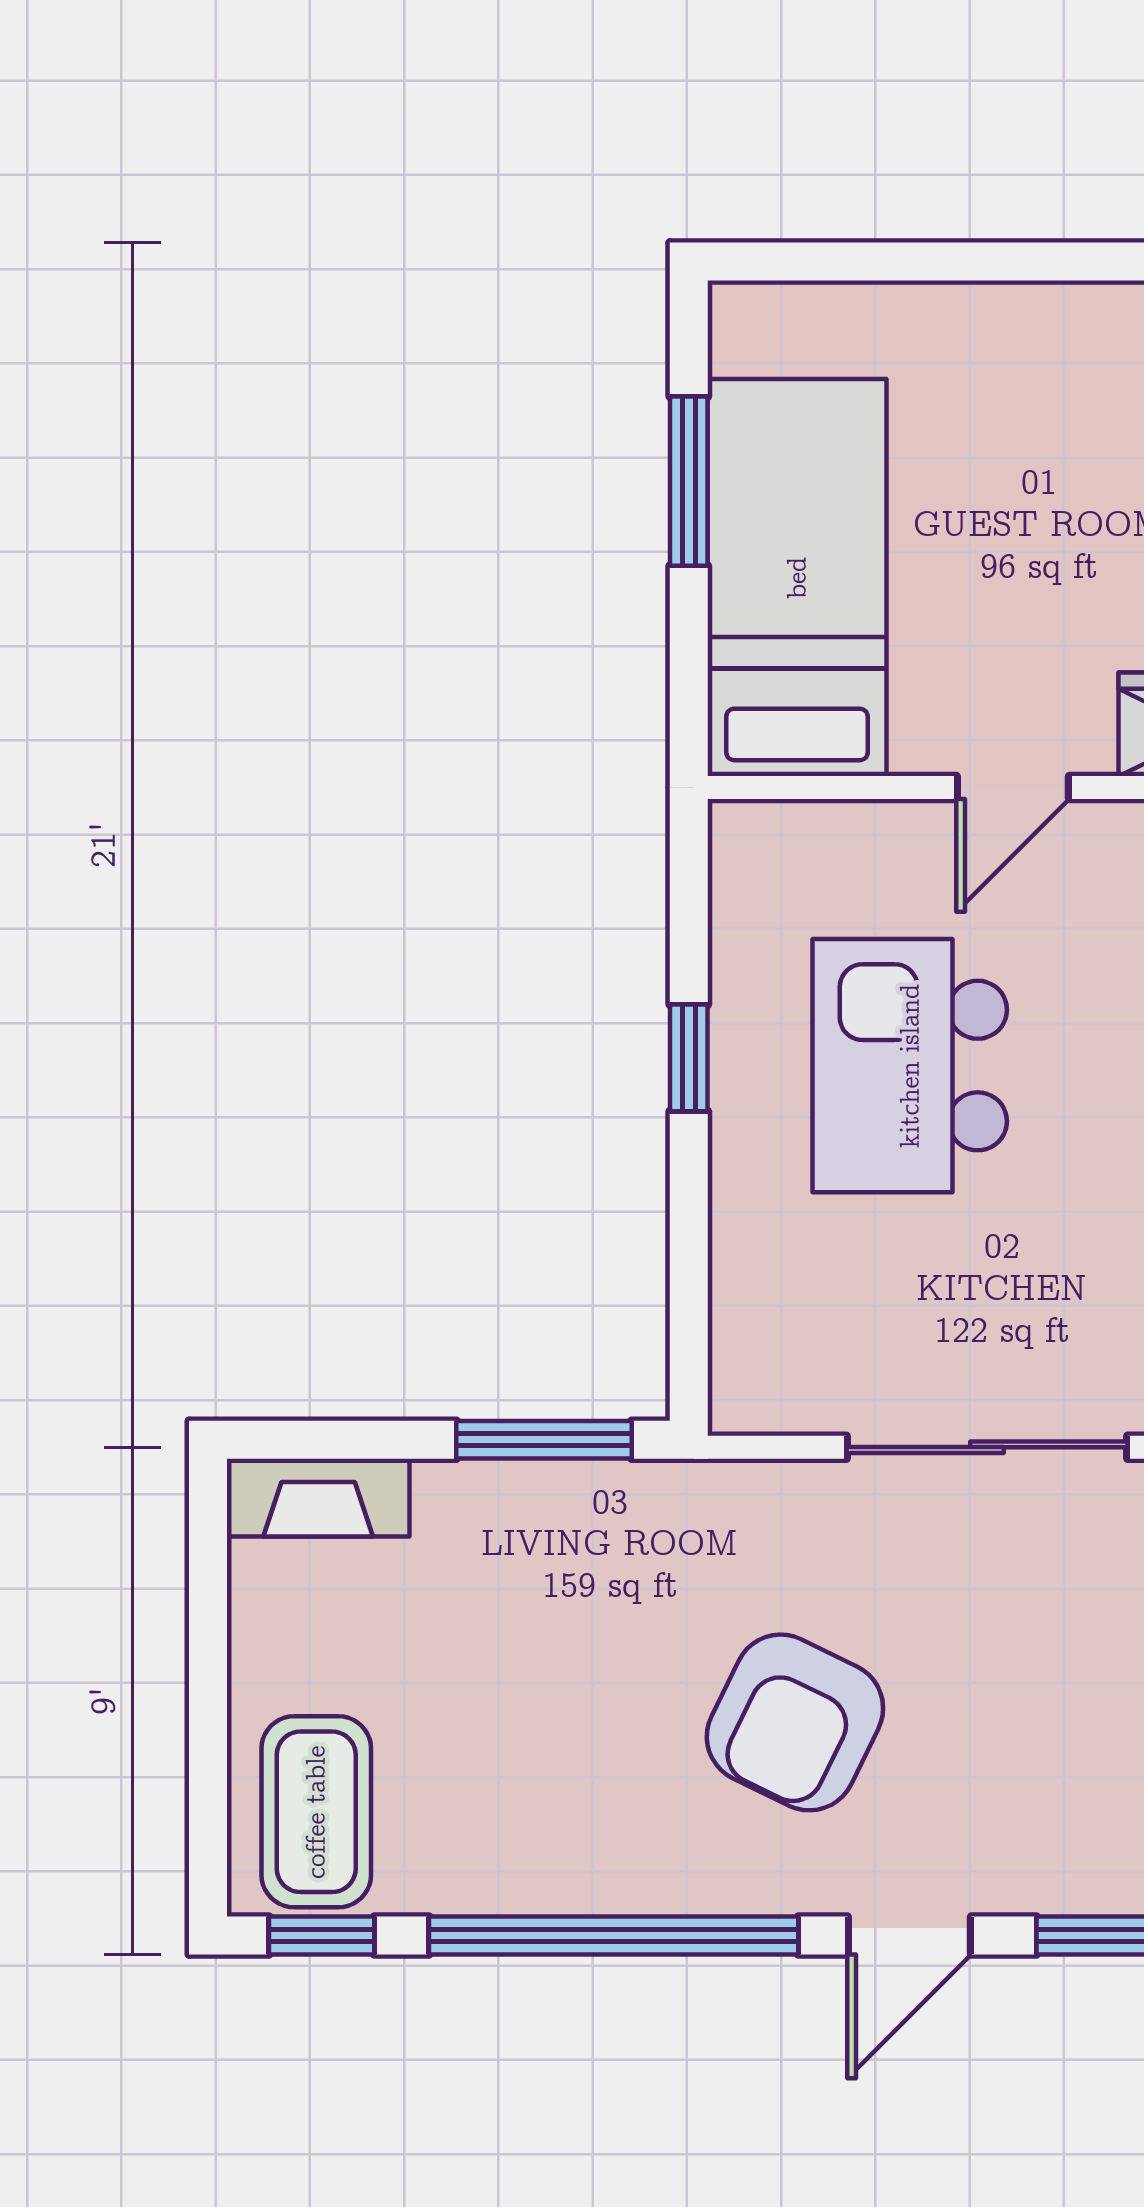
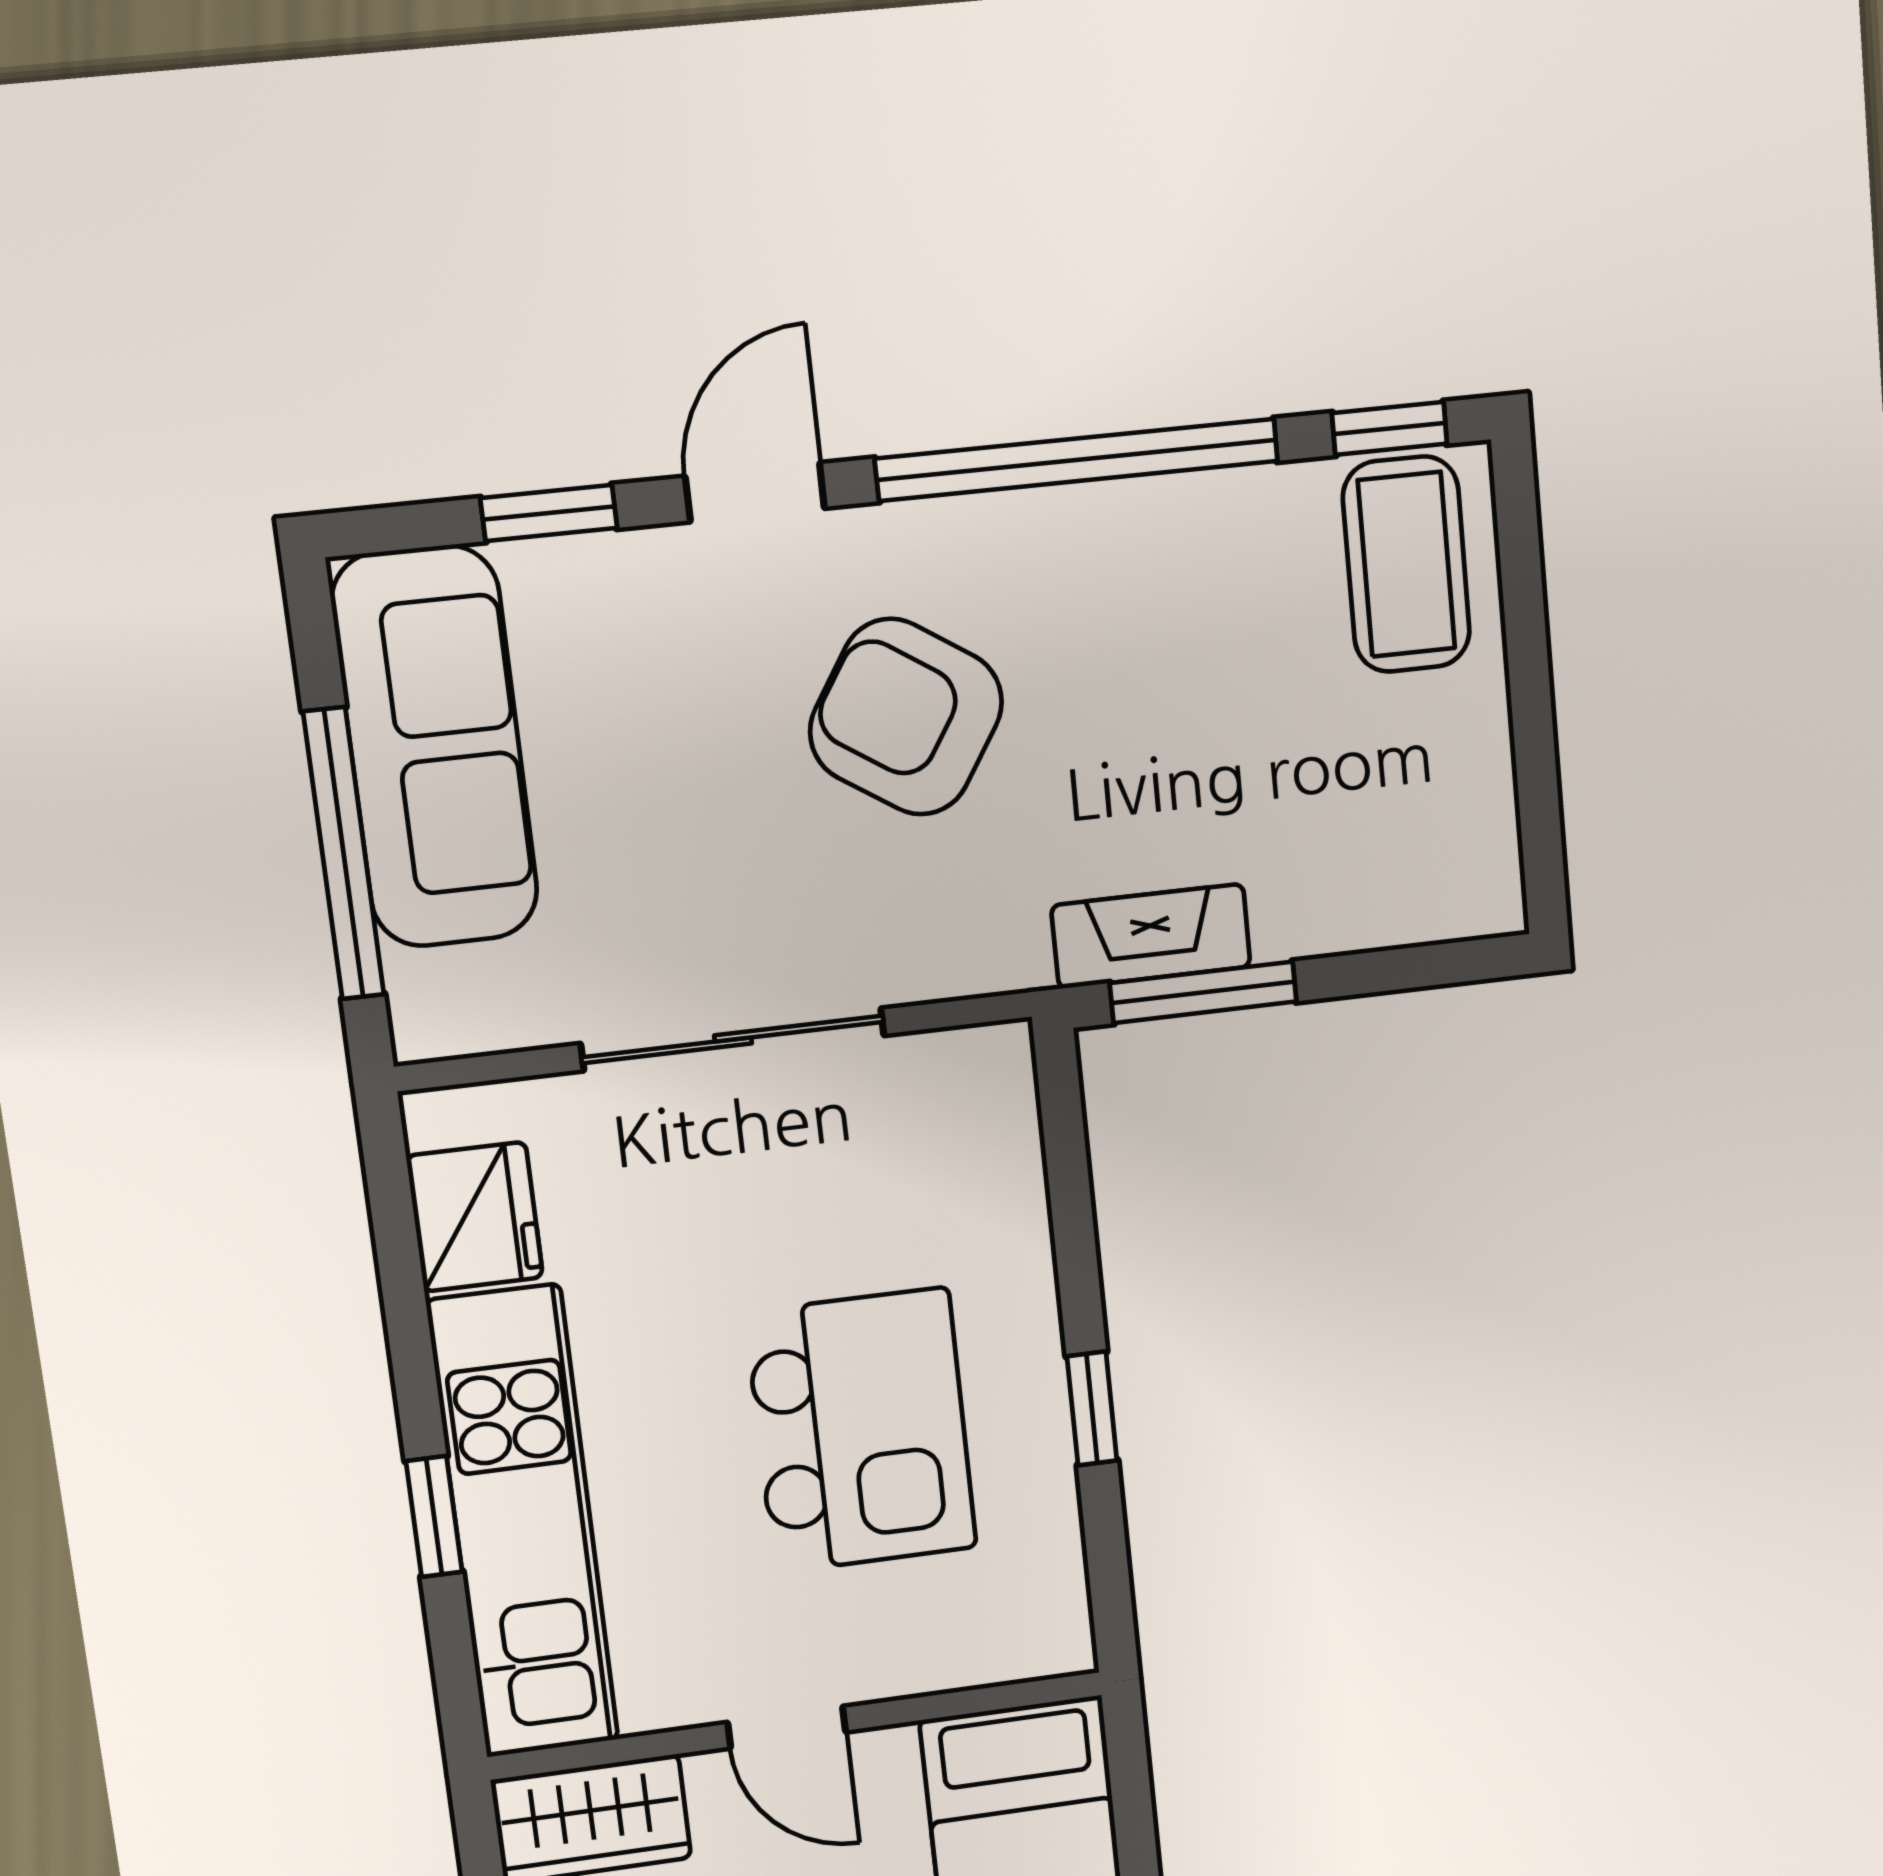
door: (1013, 787) -> (787, 1727), swing flipped
fireplace: (318, 1498) -> (1151, 936), moved
armchair: (795, 1722) -> (906, 717), turned -83

